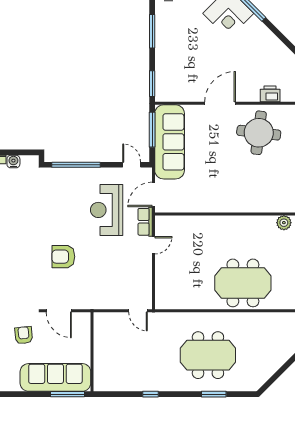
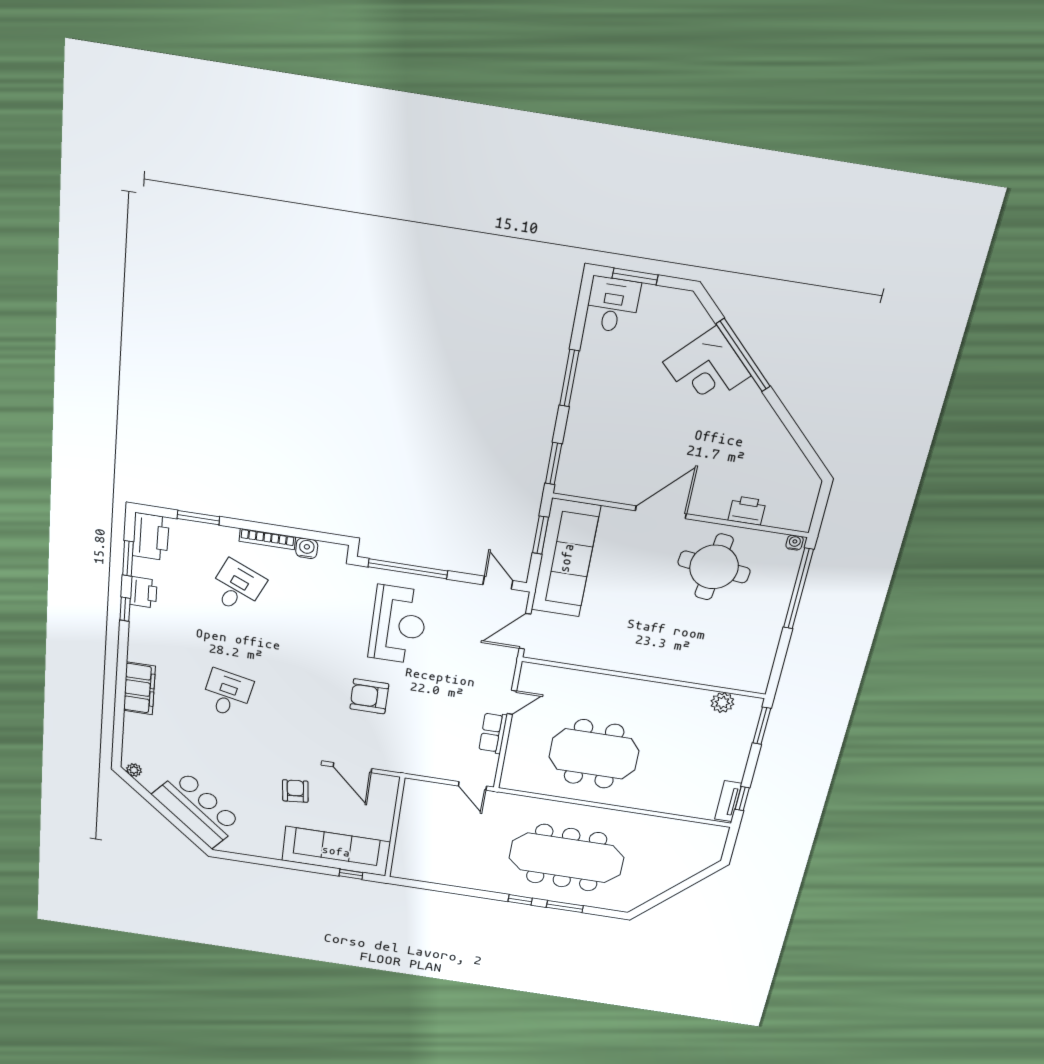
window: (152, 130) -> (540, 535), width x0.69
reception desk: (107, 210) -> (398, 625), moved, turned 180
row of seats: (145, 222) -> (493, 733), moved
meeting table: (243, 283) -> (594, 754), moved
meeting table: (208, 355) -> (566, 858), width x1.36
window: (67, 394) -> (351, 874), width x0.46
window: (151, 394) -> (520, 900), moved

